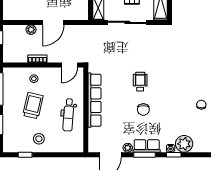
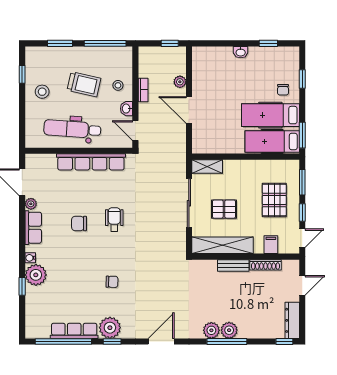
washbasin: (52, 72) -> (126, 109), added
wheelchair: (140, 82) -> (114, 220), turned -90
chair: (201, 105) -> (112, 282), moved
dental chair: (68, 115) -> (72, 129), width x1.36, depth x1.38
window: (145, 155) -> (22, 225), removed
window: (174, 155) -> (22, 286), moved

